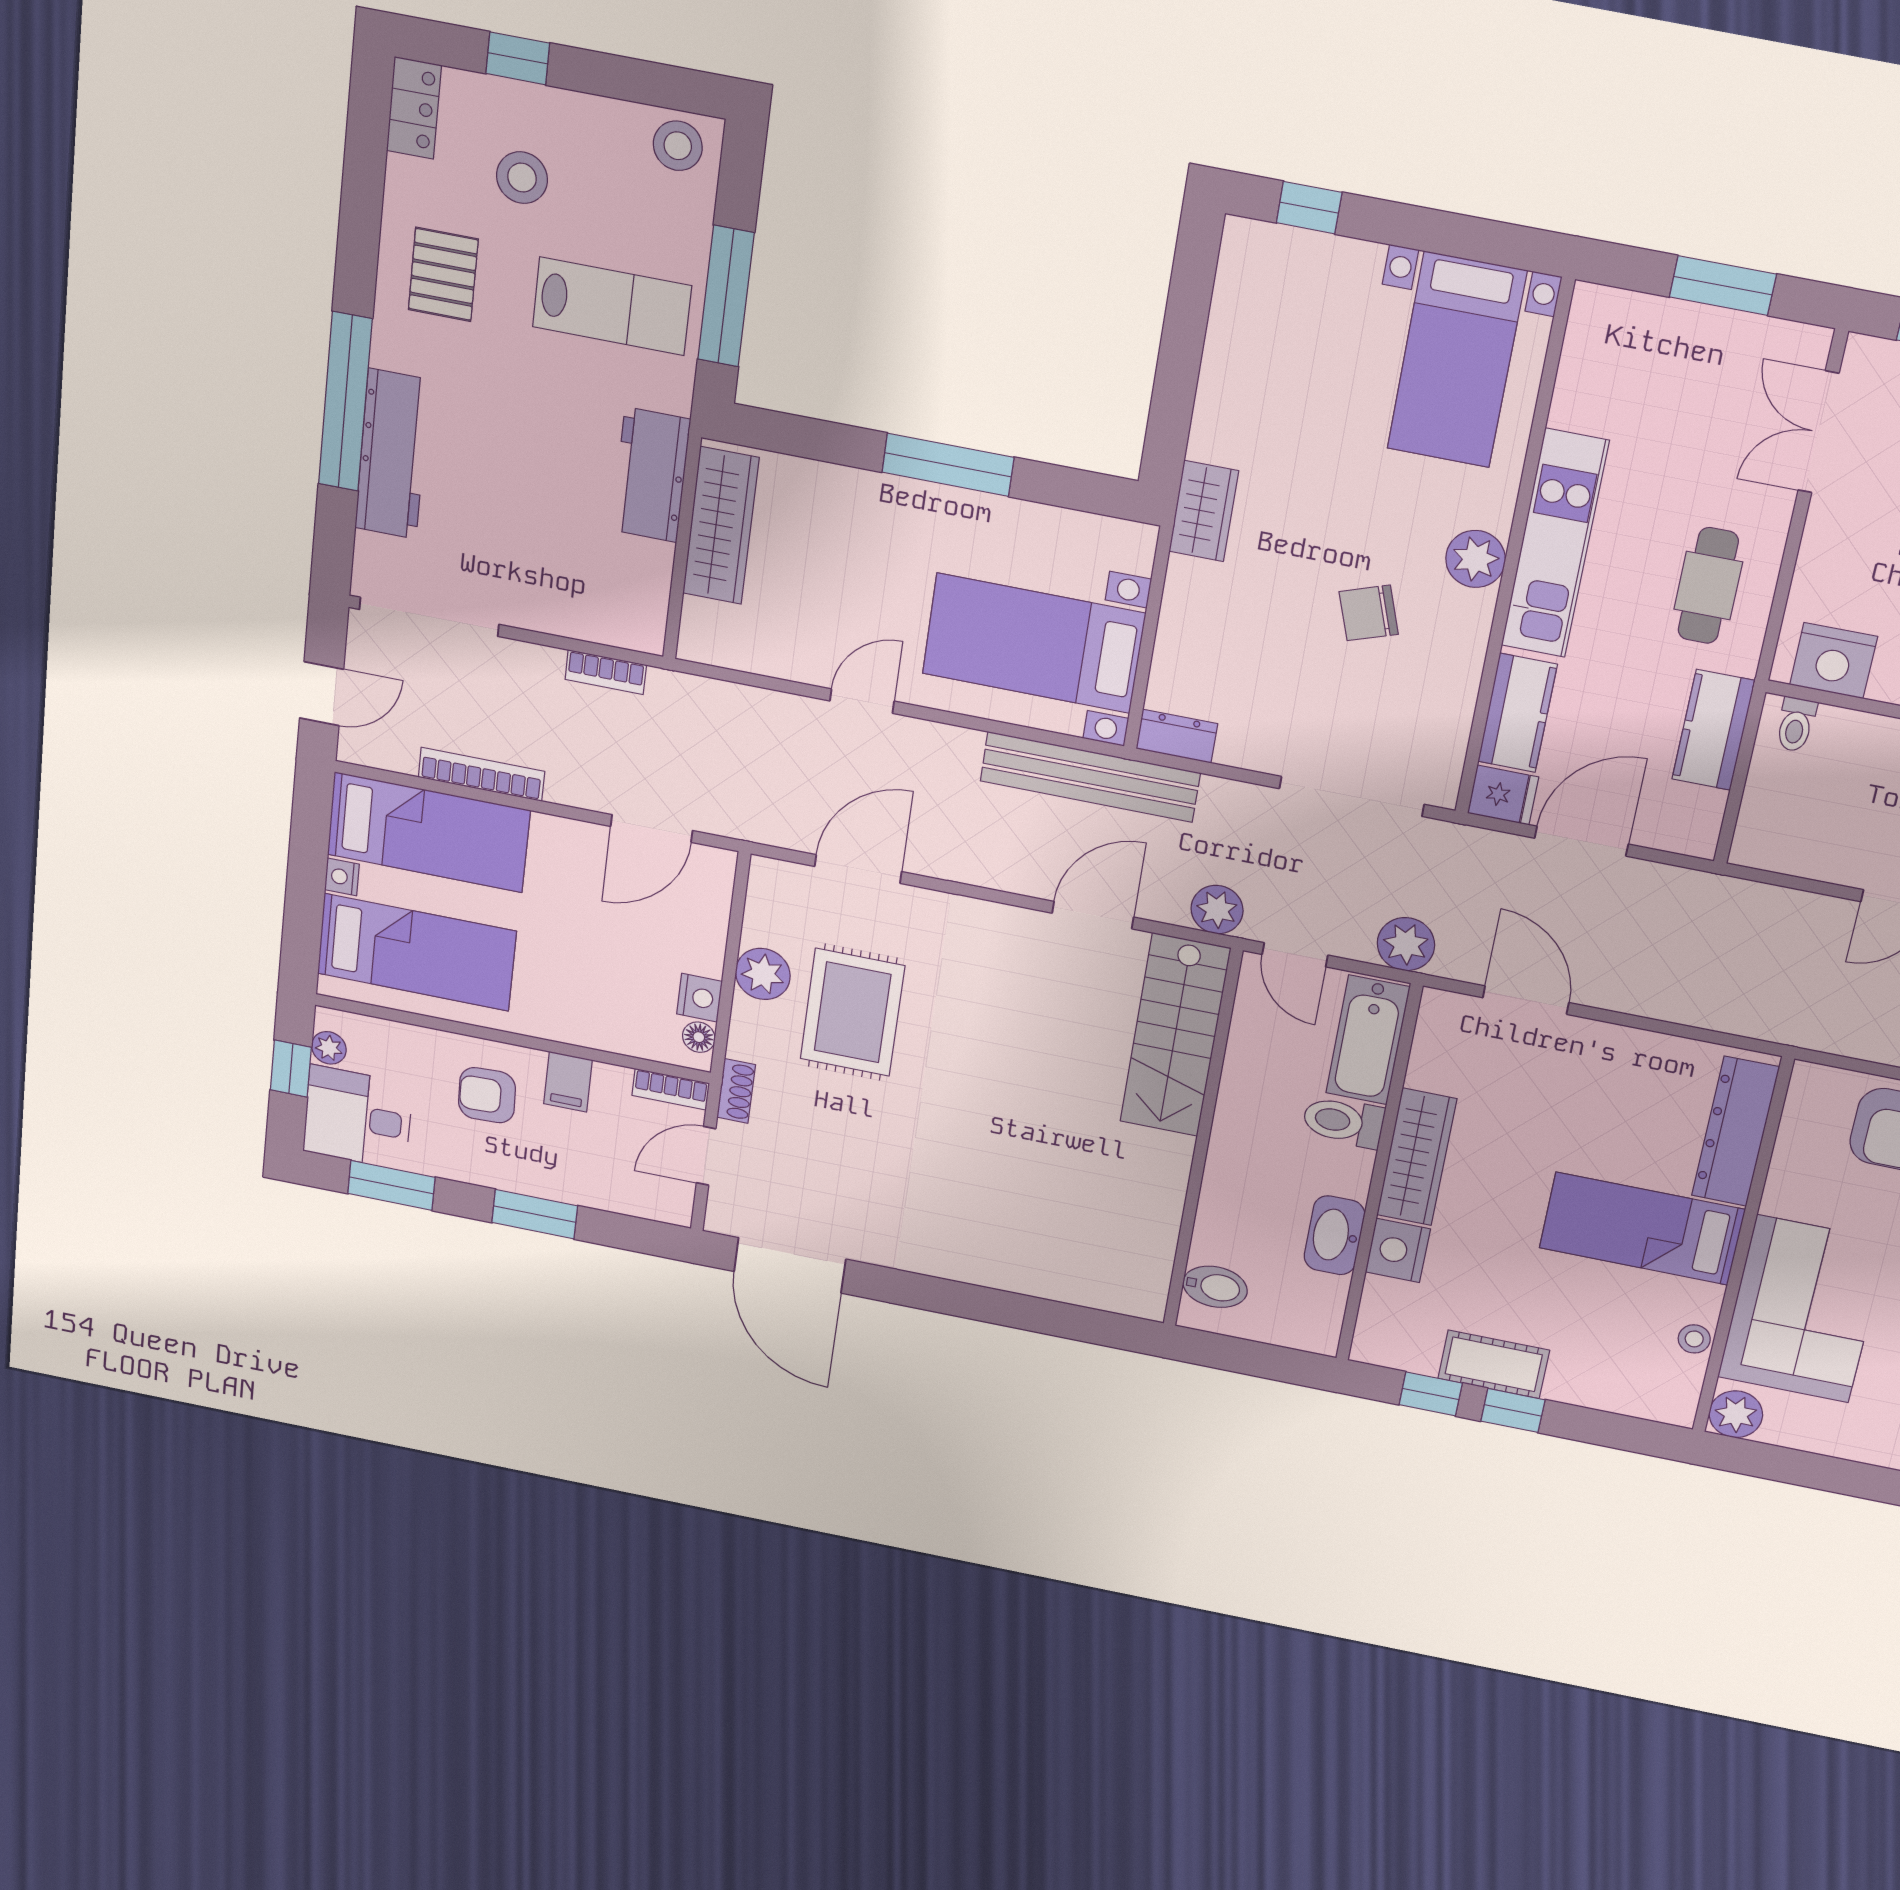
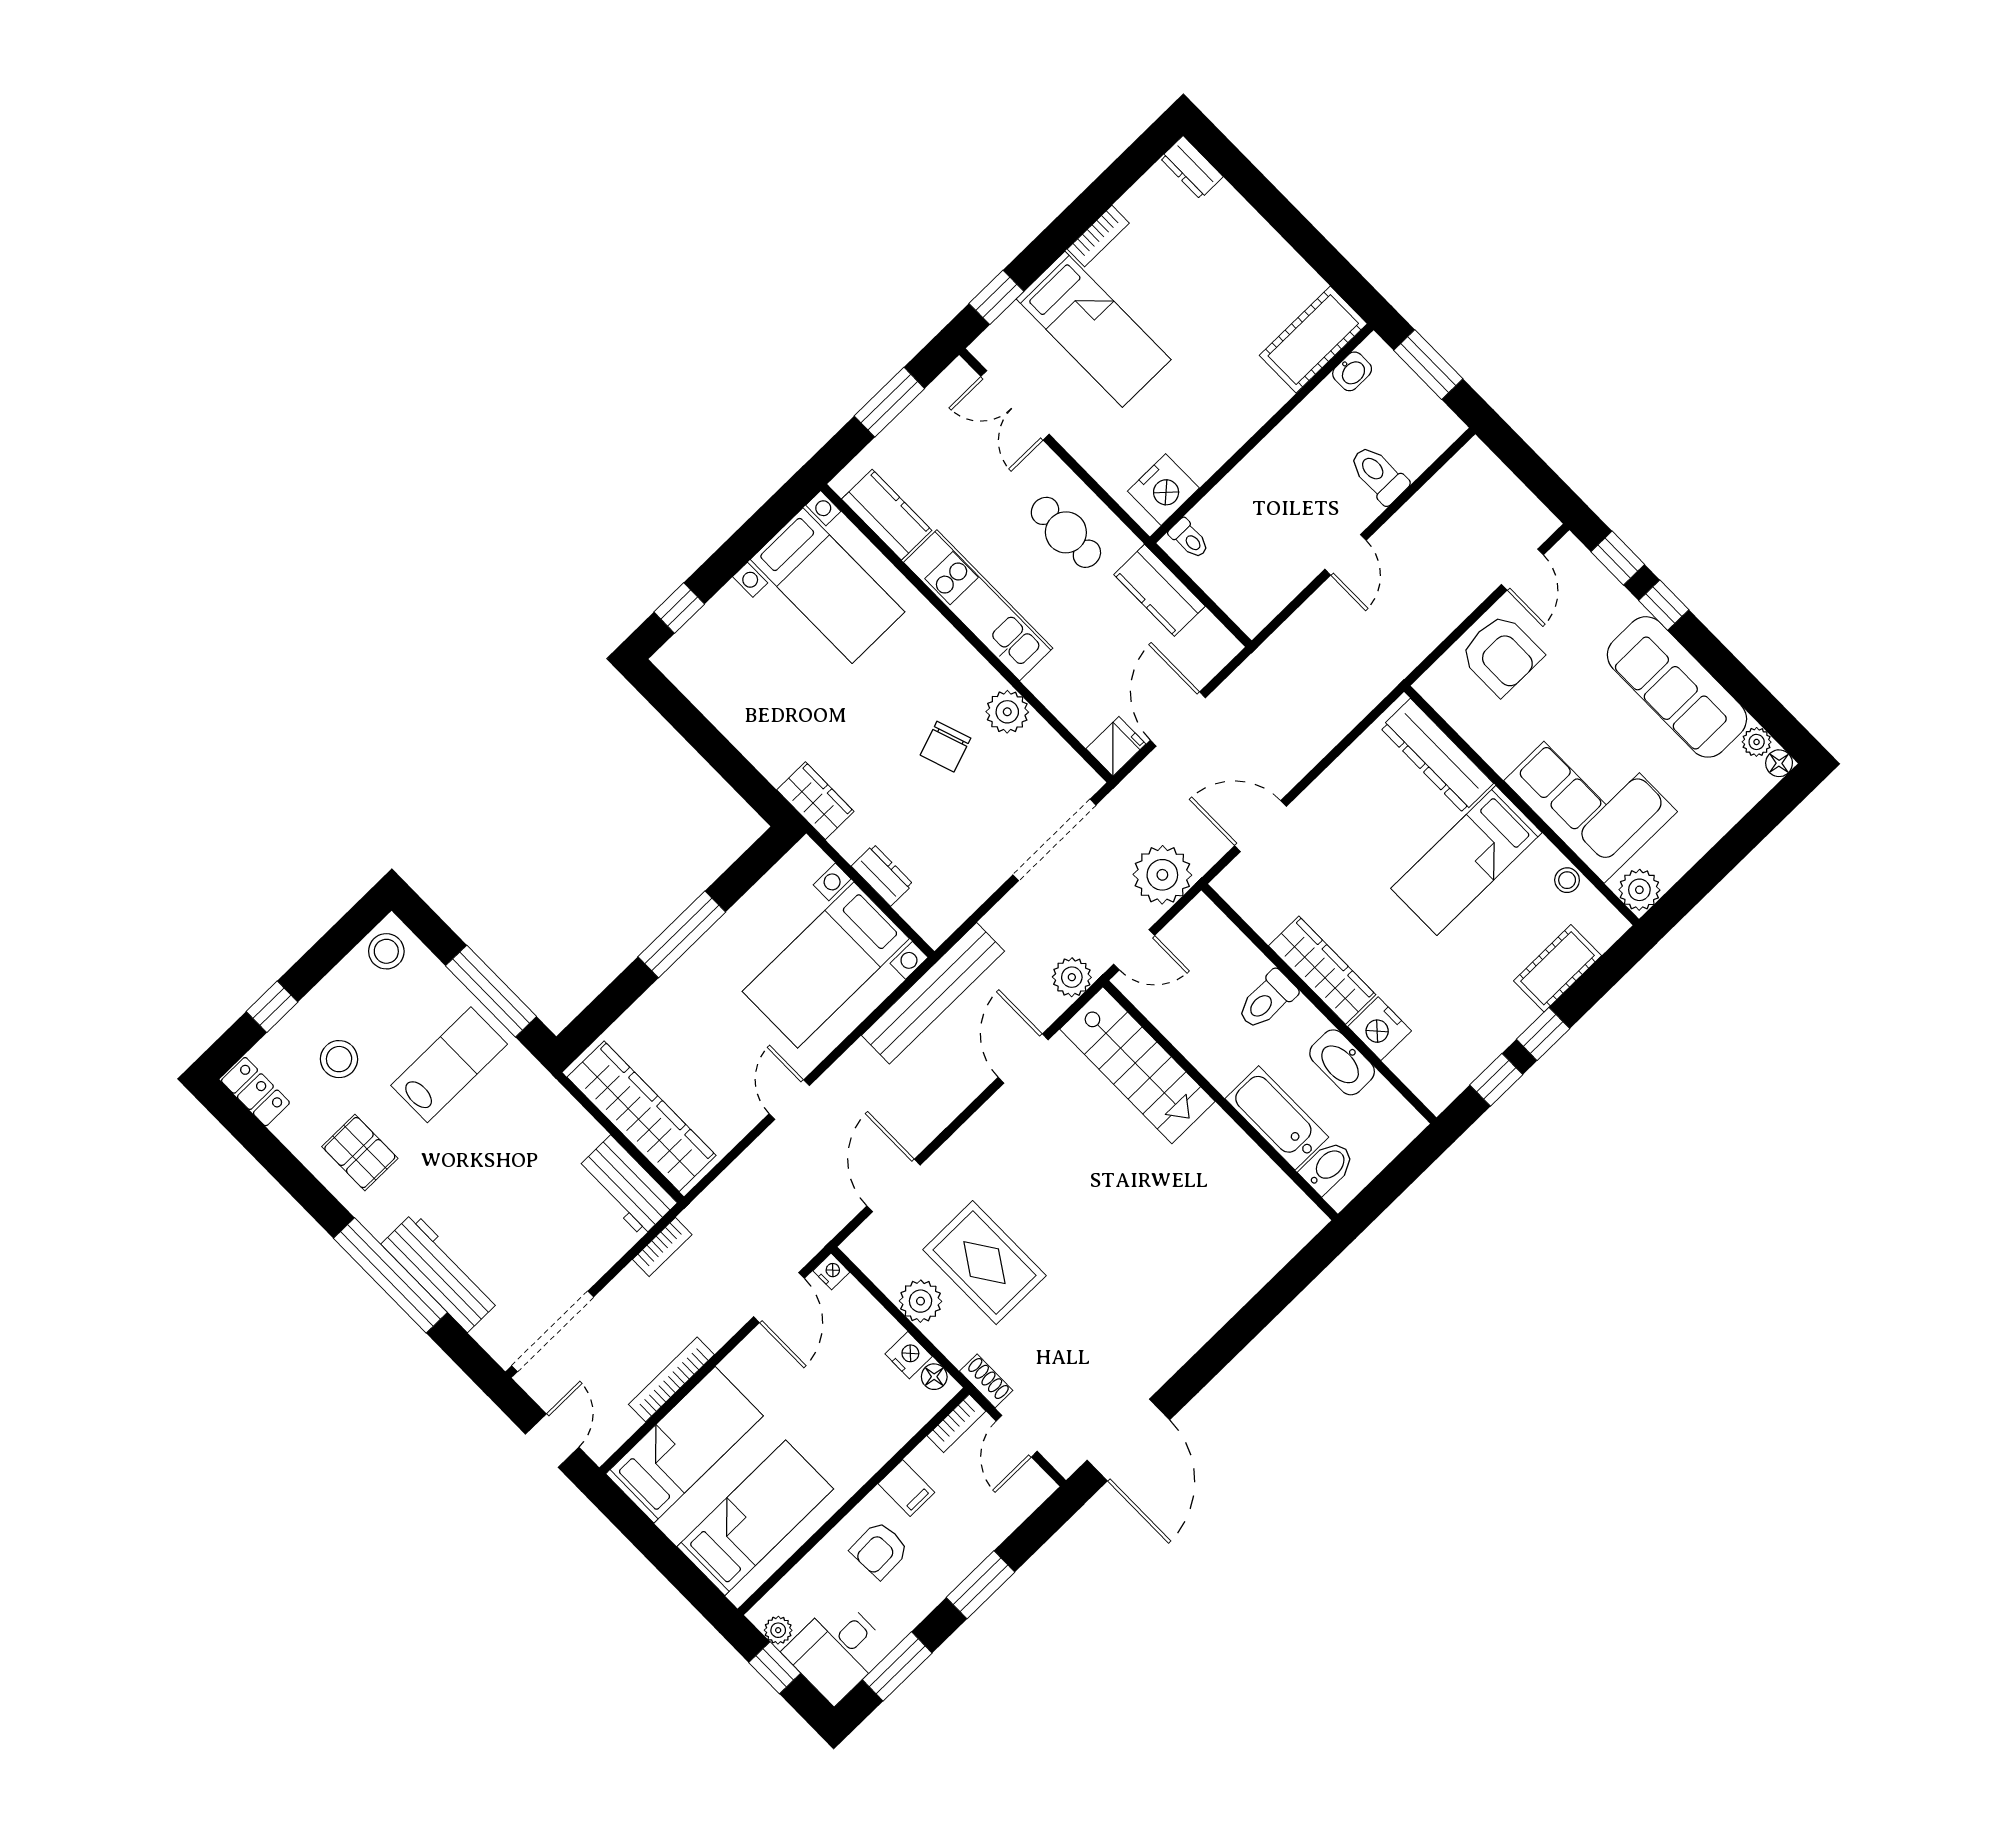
workbench: (651, 475) -> (626, 1186), moved
wardrobe: (721, 526) -> (642, 1116), width x1.40, depth x1.17
plant: (1475, 559) -> (1007, 712), moved
kitchen counter: (1517, 713) -> (887, 515), moved
dresser: (1177, 736) -> (882, 875), moved, turned 90
nightstand: (342, 877) -> (831, 1271), moved, turned 180
plant: (1406, 944) -> (1162, 875), width x1.36, depth x1.36
bathtub: (1368, 1040) -> (1277, 1118), moved, turned 180
door: (790, 1265) -> (1128, 1440), hinge flipped
cot: (1494, 1364) -> (1557, 968), moved

